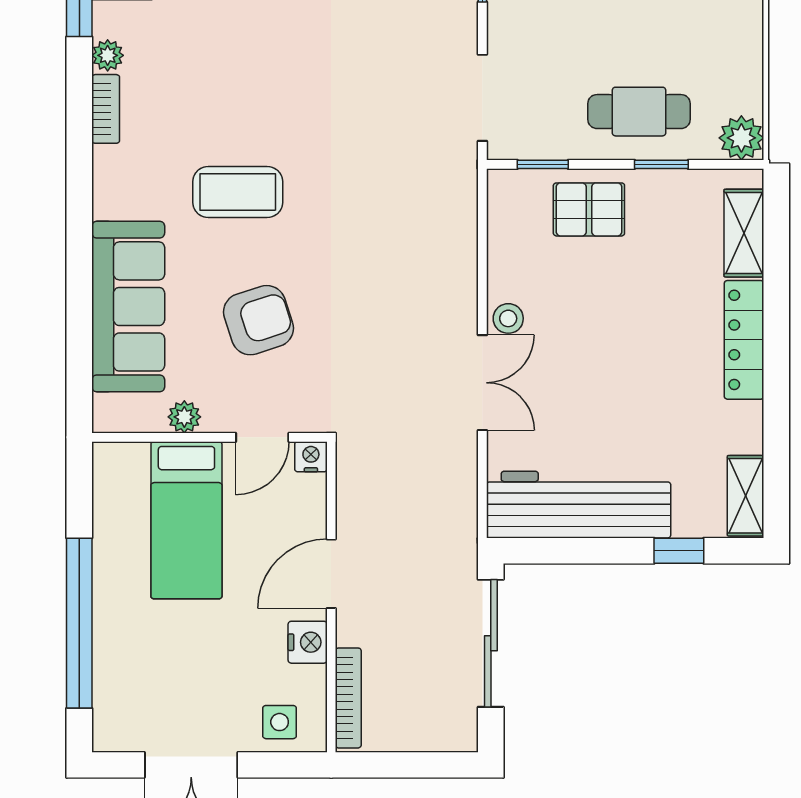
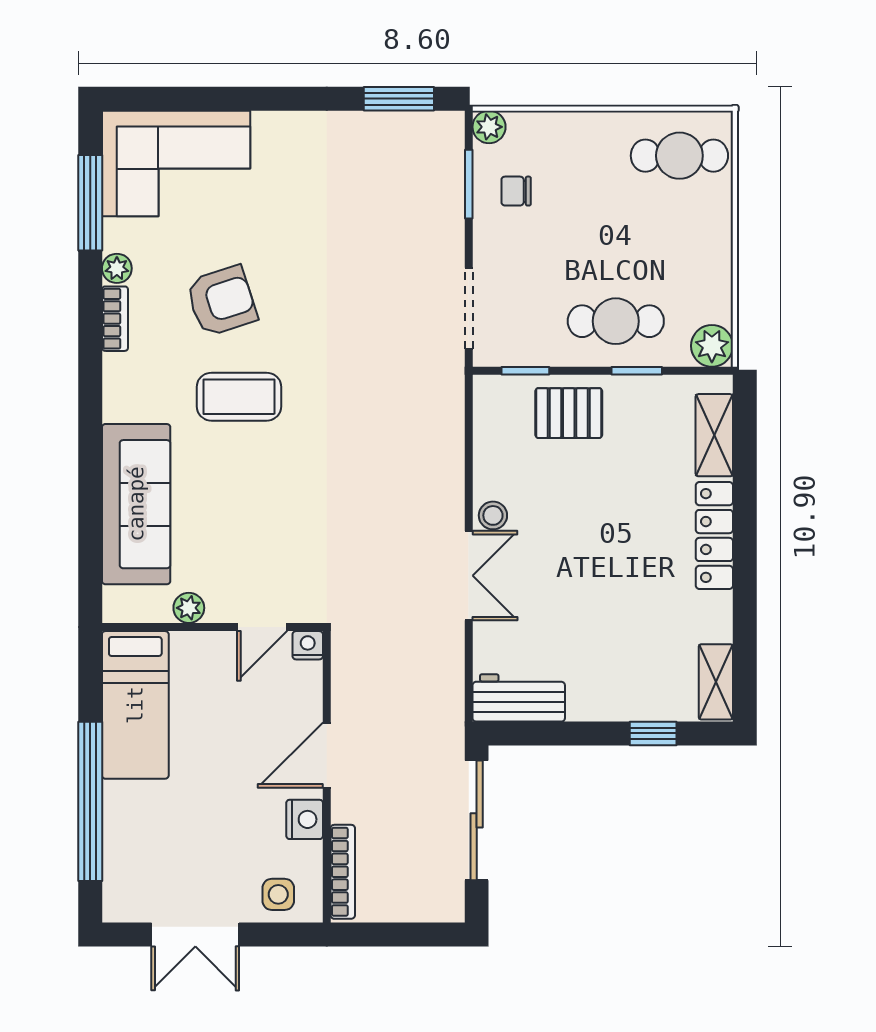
armchair: (258, 320) -> (222, 301), moved
workbench: (579, 505) -> (519, 698), width x0.53, depth x0.76
bed: (186, 520) -> (135, 705), moved

